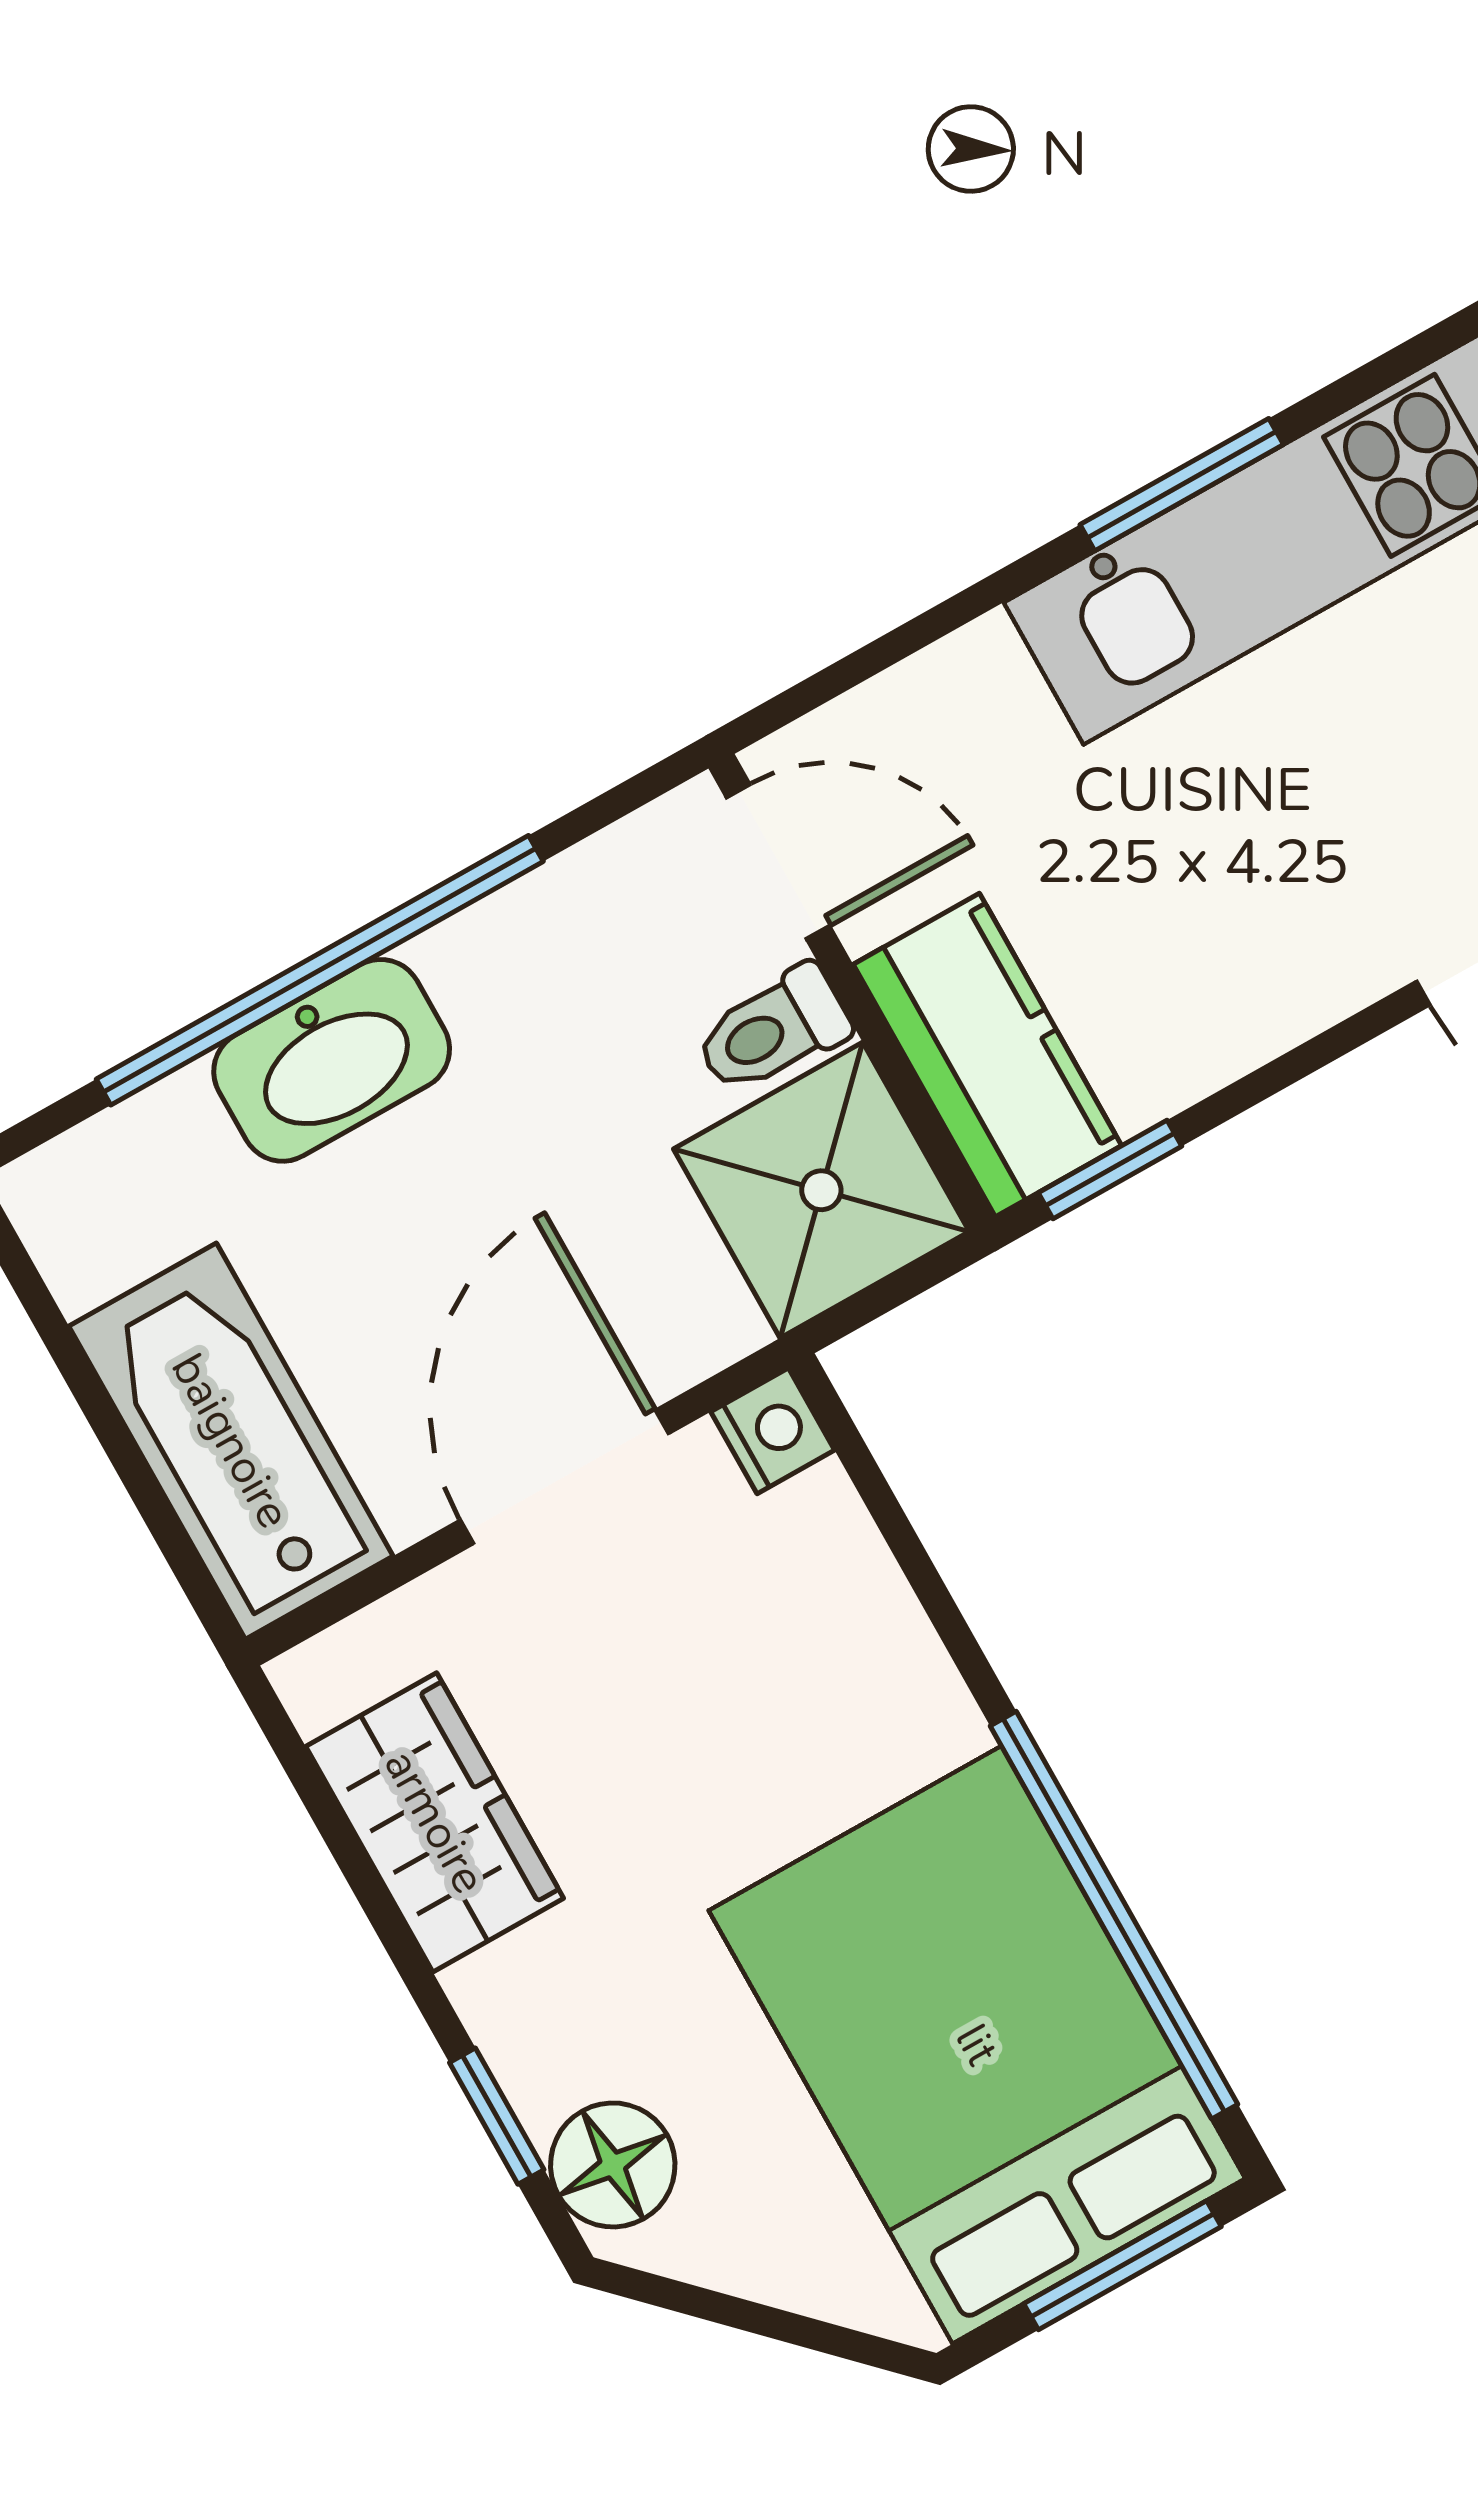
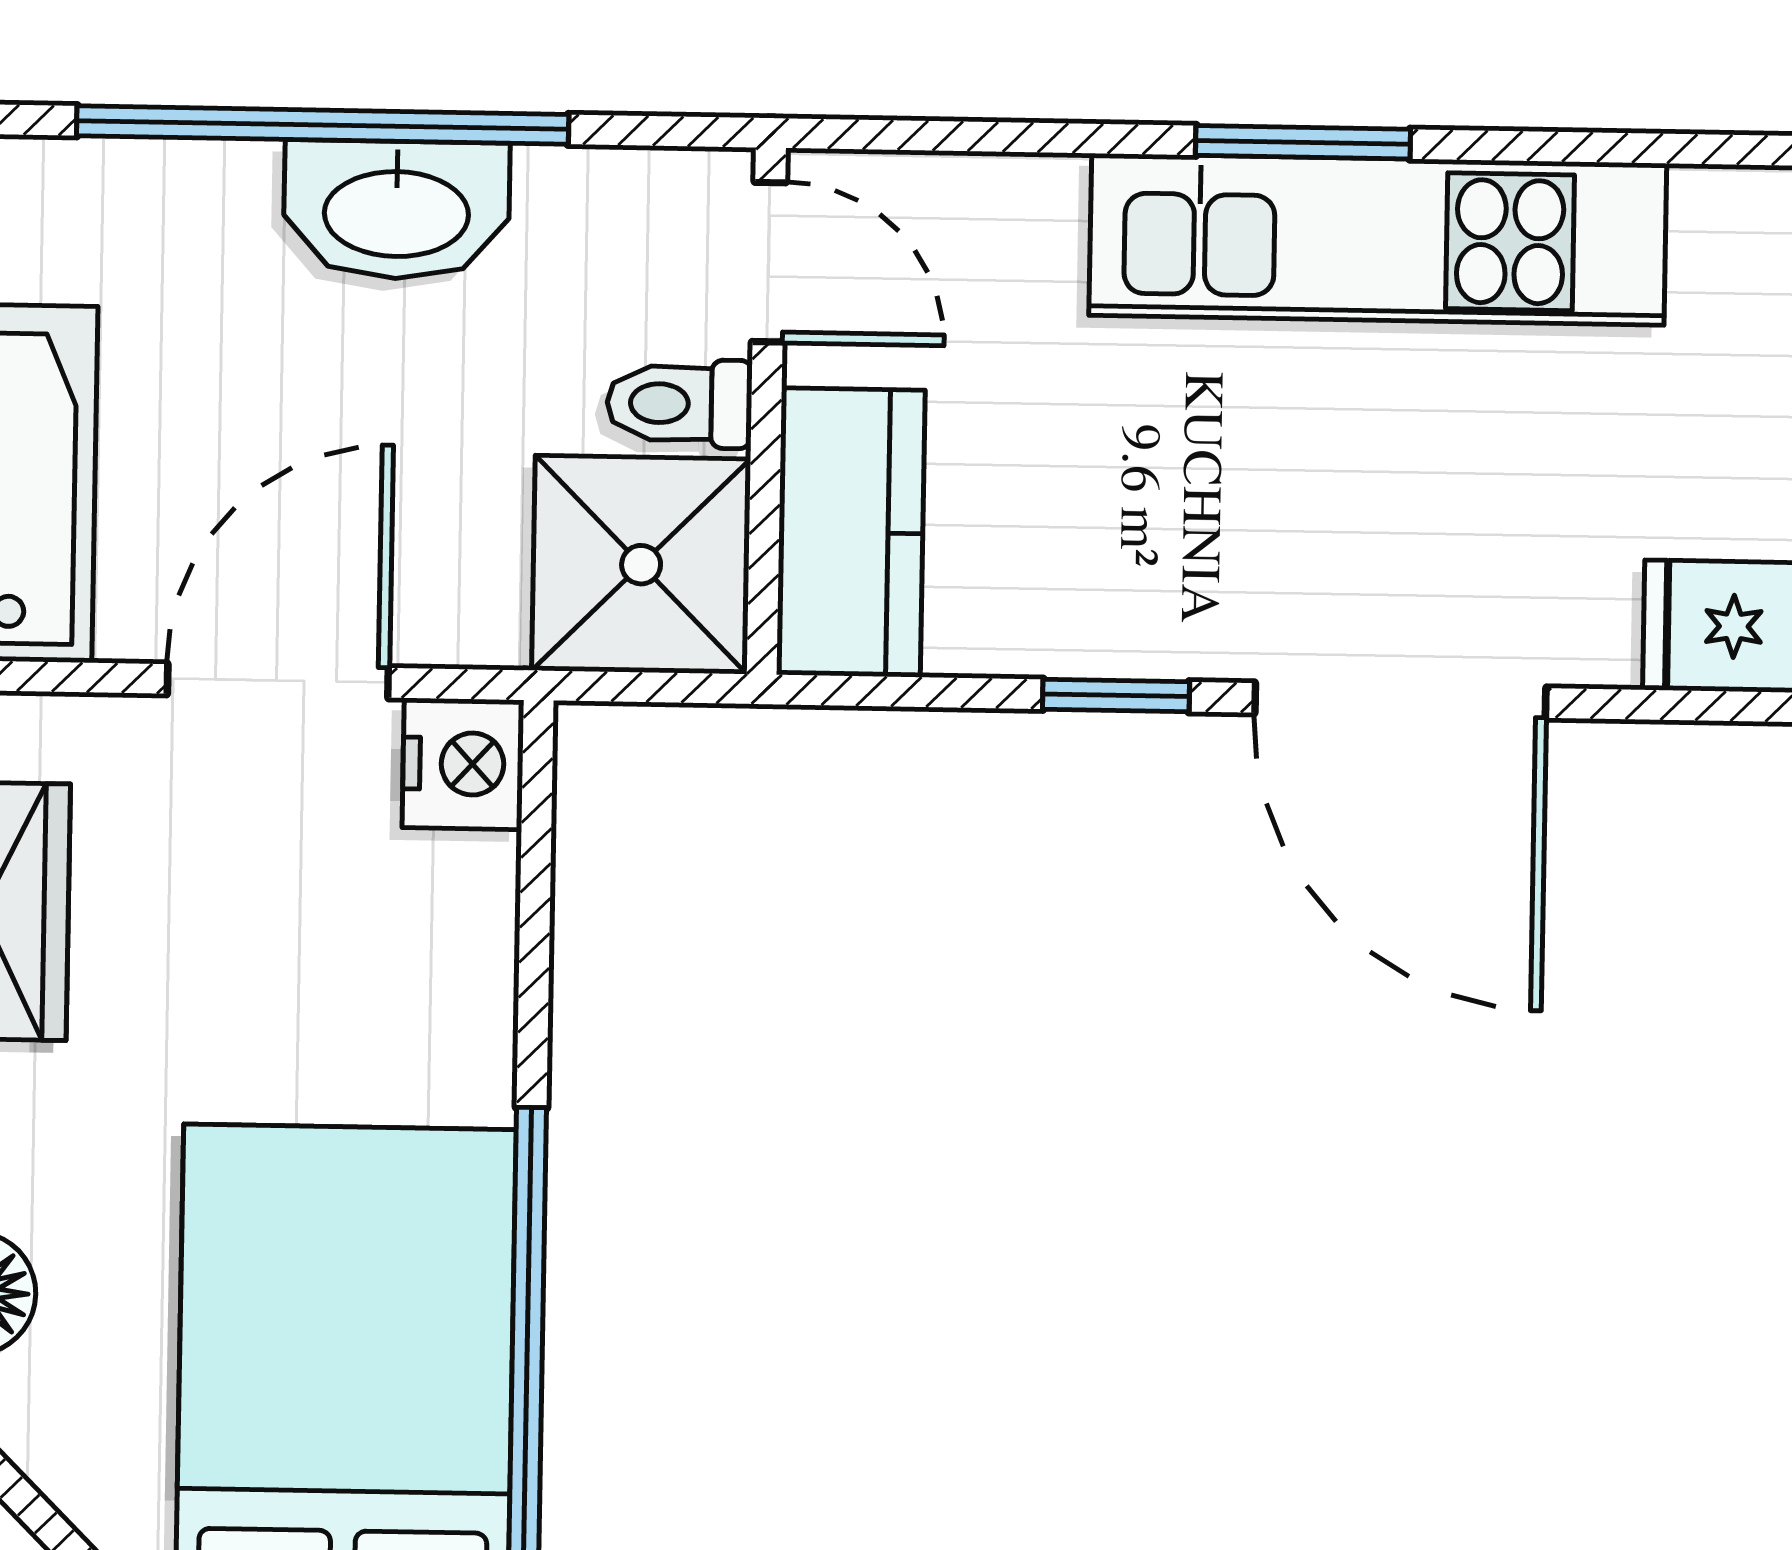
washbasin: (332, 1060) -> (396, 210), moved
window: (1110, 1169) -> (1116, 695), moved
nightstand: (773, 1431) -> (463, 764), width x1.39, depth x1.35

